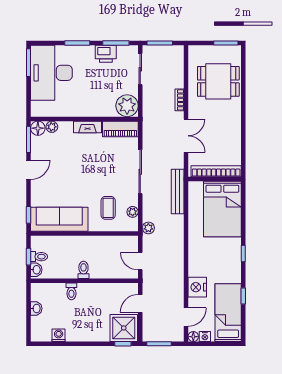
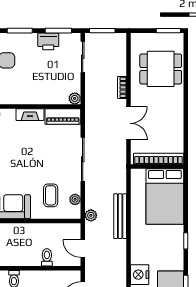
plant: (127, 106) -> (75, 98), width x0.53, depth x0.53
bench: (178, 191) -> (120, 216), moved
toilet: (83, 270) -> (47, 257), moved

